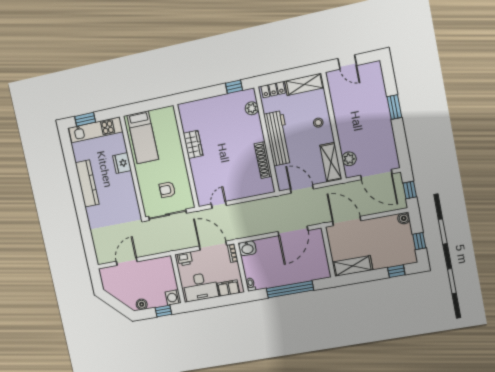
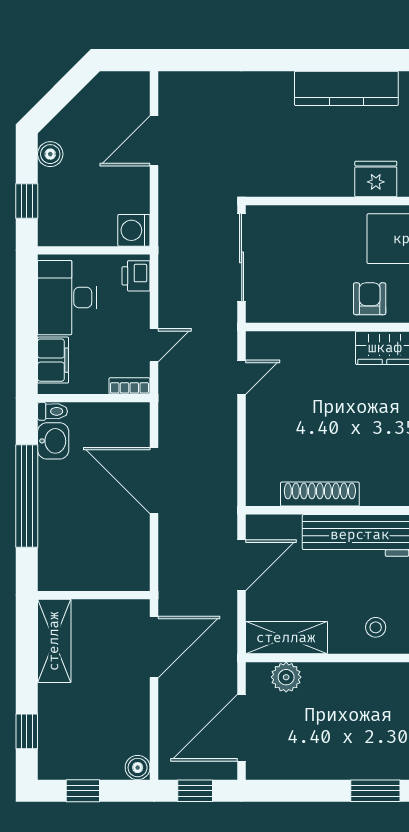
armchair: (167, 190) -> (370, 299), moved
door: (219, 205) -> (242, 377), hinge flipped
door: (293, 231) -> (154, 481), moved
door: (213, 246) -> (154, 345), width x0.53
washbasin: (247, 248) -> (53, 441), moved, turned 180
door: (127, 261) -> (154, 141), swing flipped
washing machine: (173, 297) -> (134, 230), moved, turned -90

